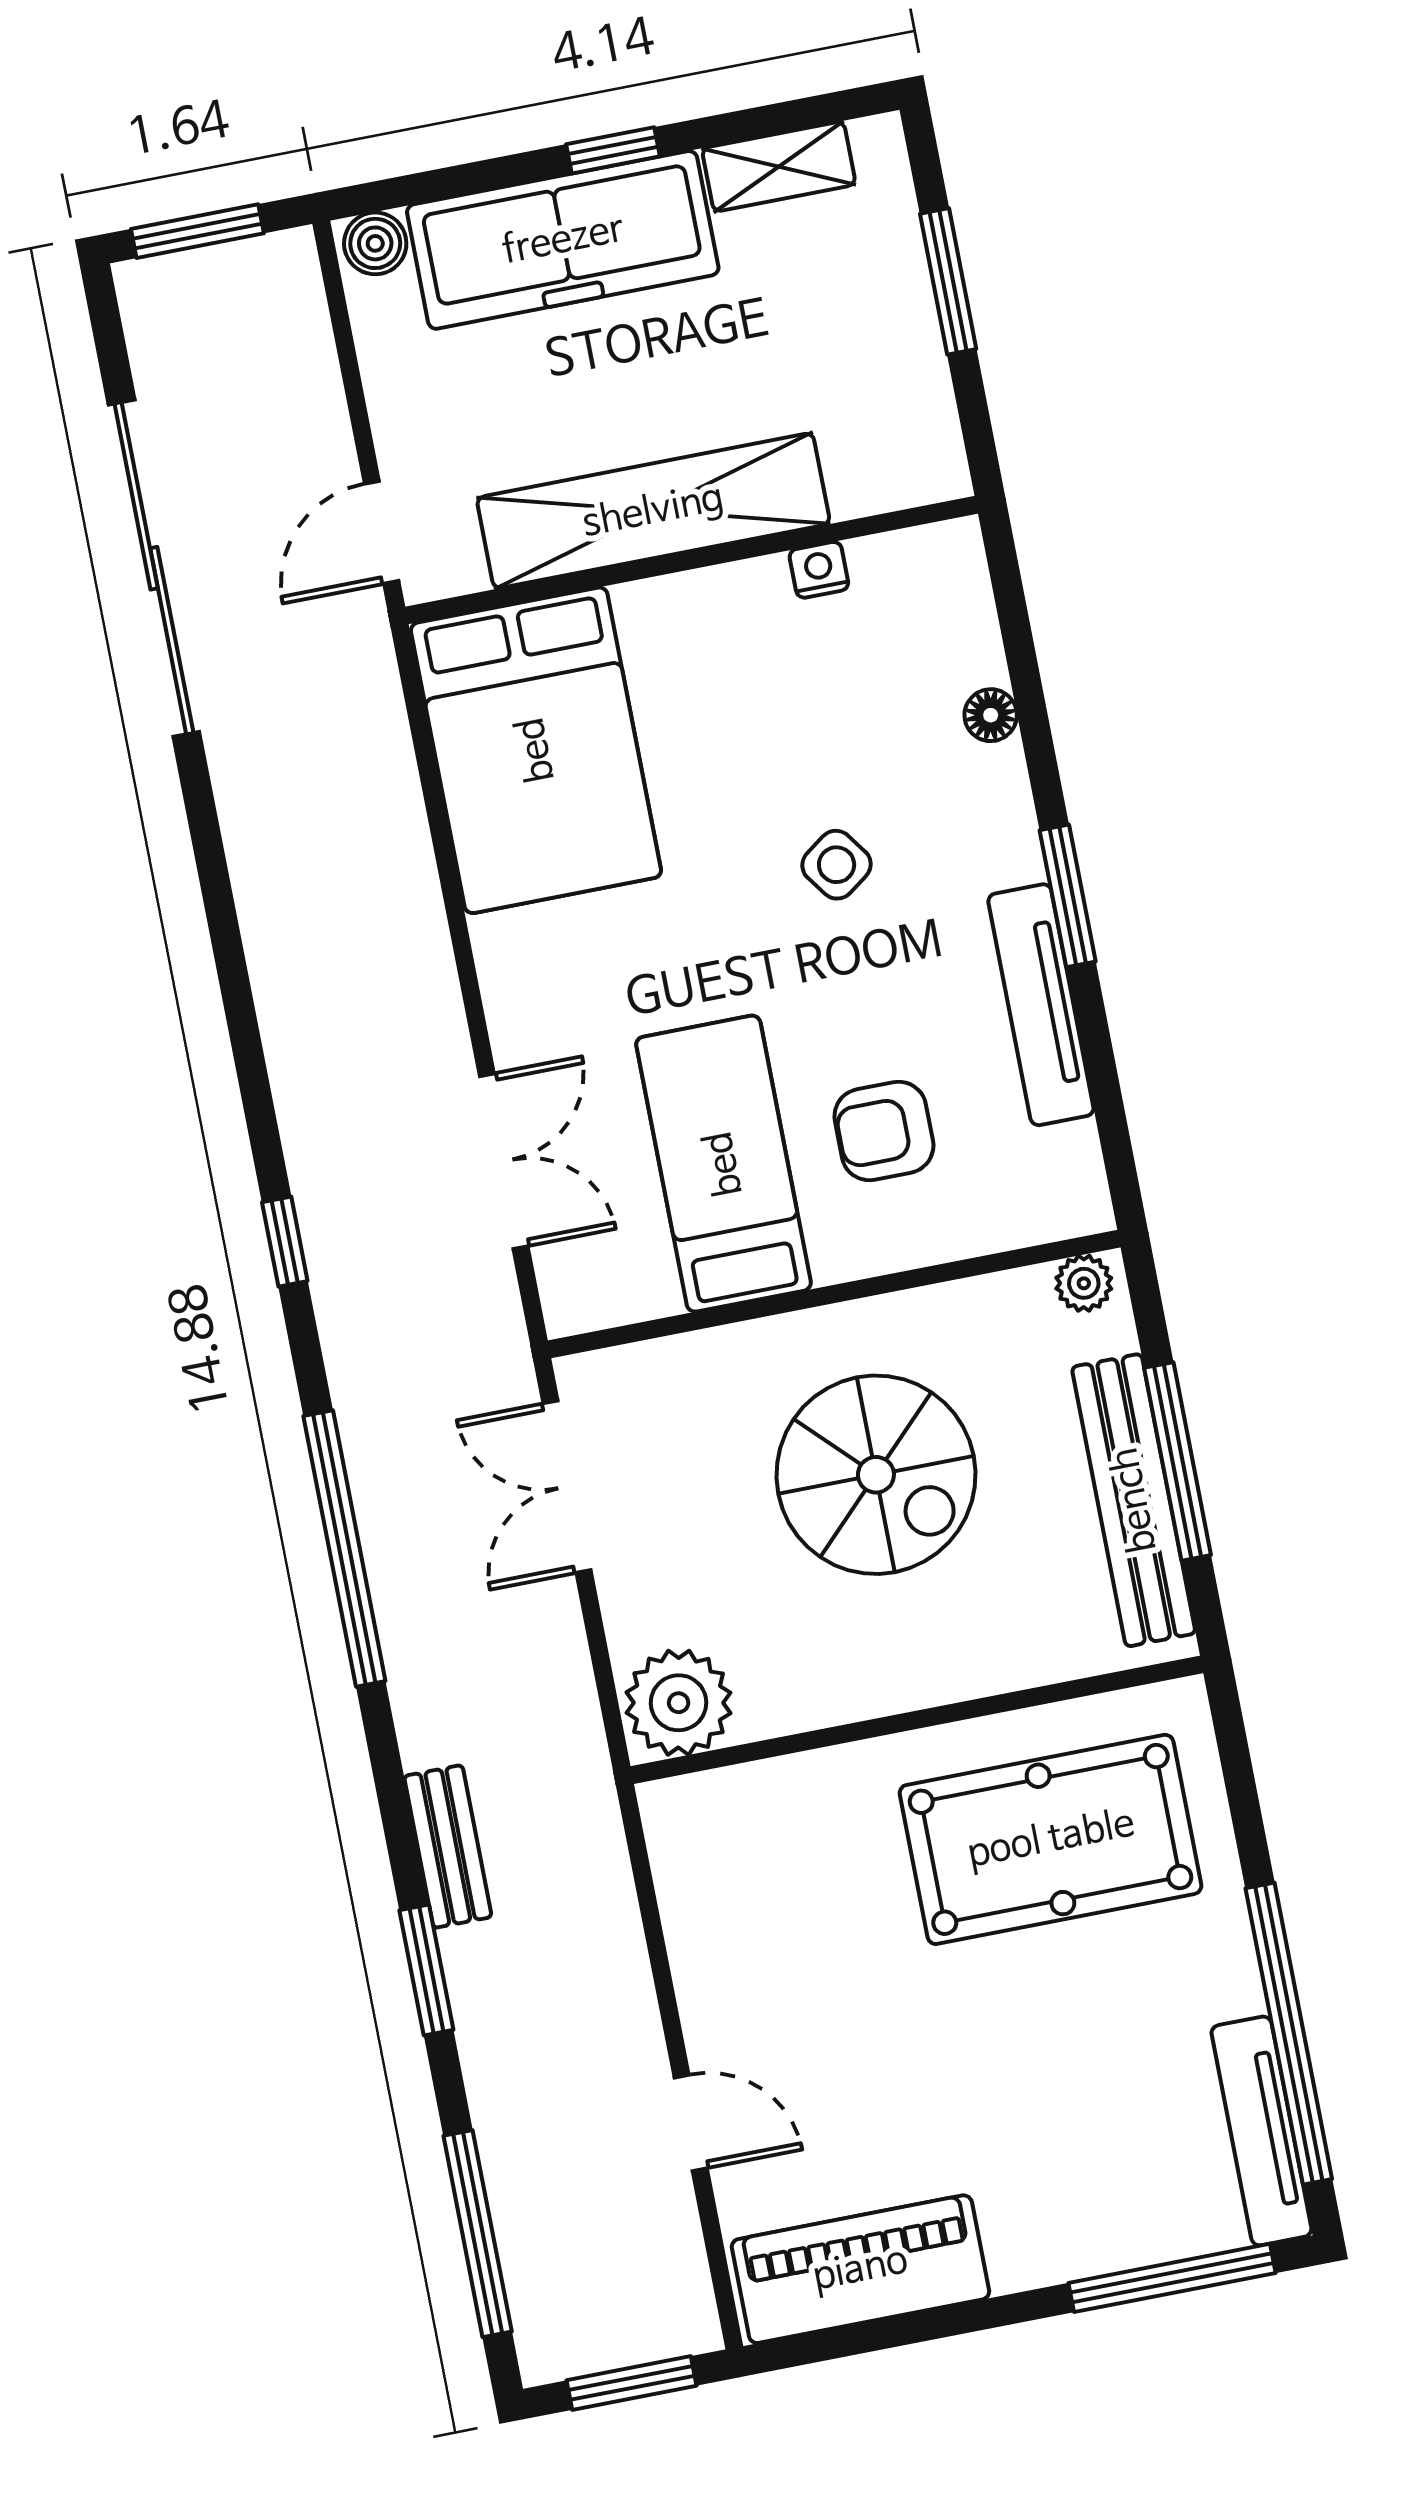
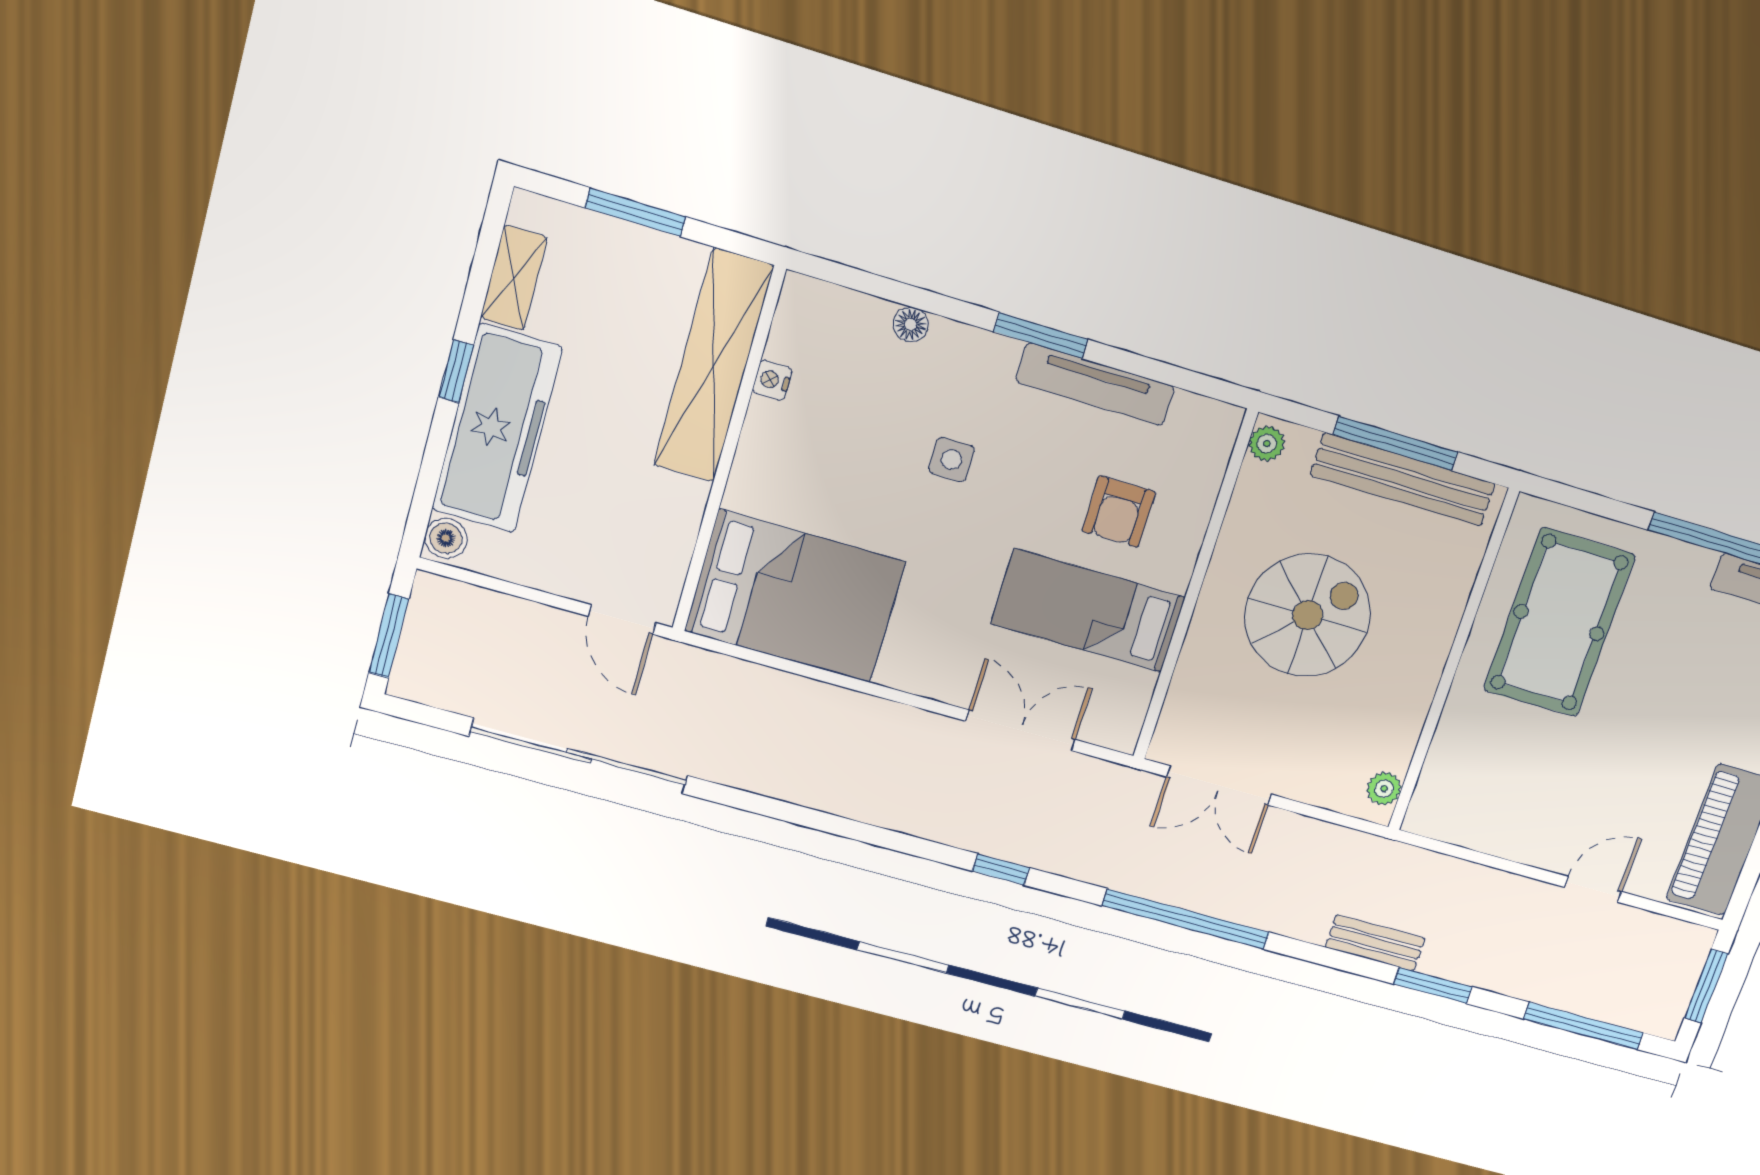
shelving: (653, 511) -> (713, 366), moved
side table: (837, 865) -> (951, 460), turned 36
plant: (679, 1703) -> (1384, 789), width x0.53, depth x0.53

